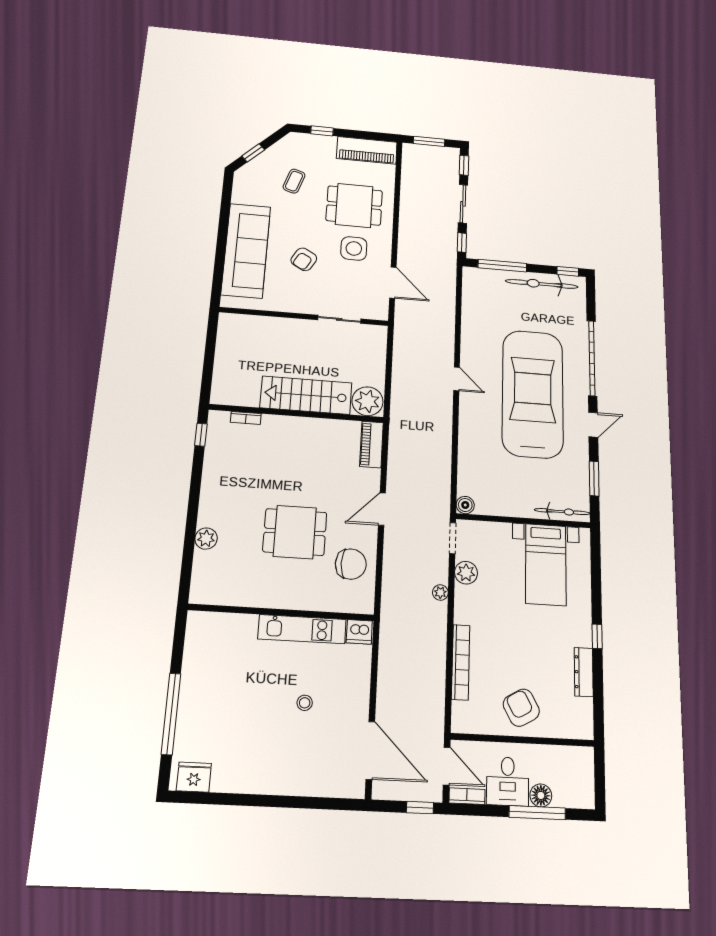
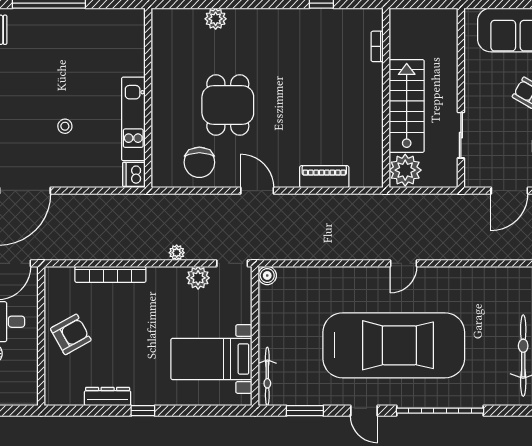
stairs: (306, 395) -> (407, 106), moved
plant: (367, 401) -> (405, 170), moved
wall: (297, 413) -> (386, 98), moved
bookcase: (246, 418) -> (377, 46), moved

